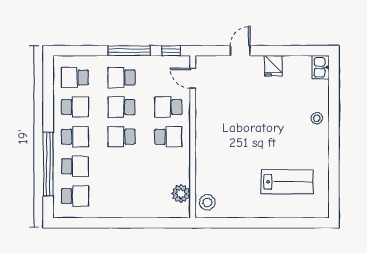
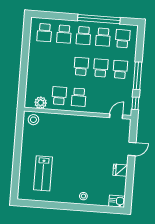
door: (240, 51) -> (132, 149), hinge flipped
school desk: (168, 107) -> (59, 96), moved
window: (48, 164) -> (99, 19), moved

